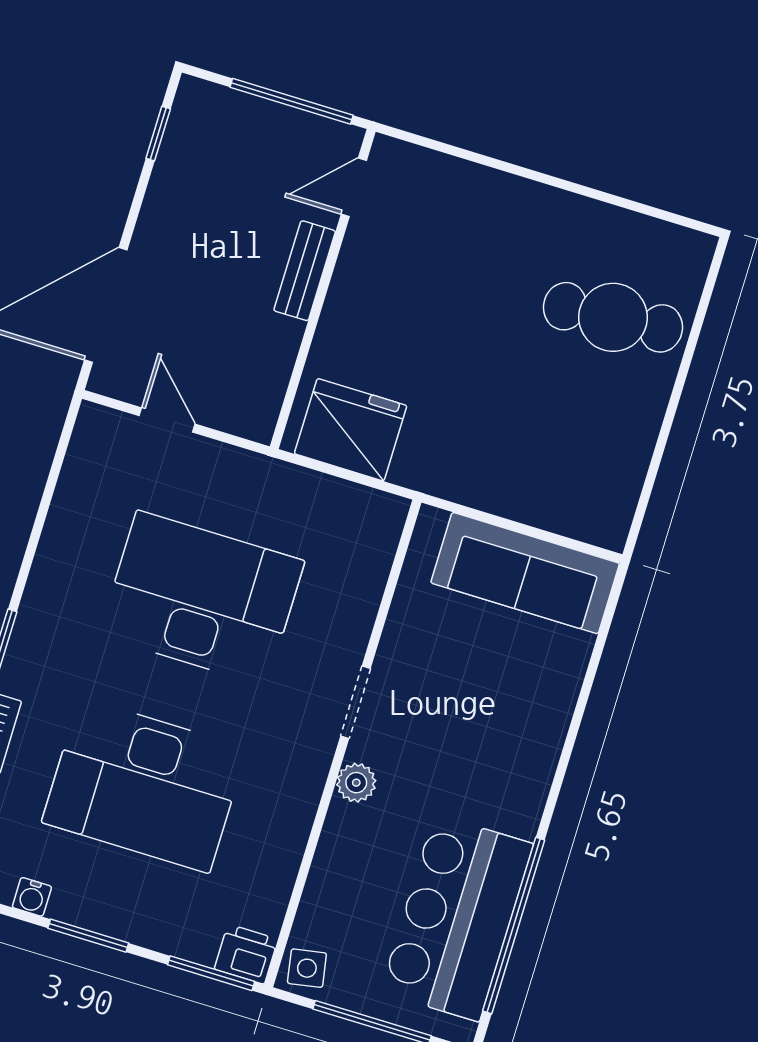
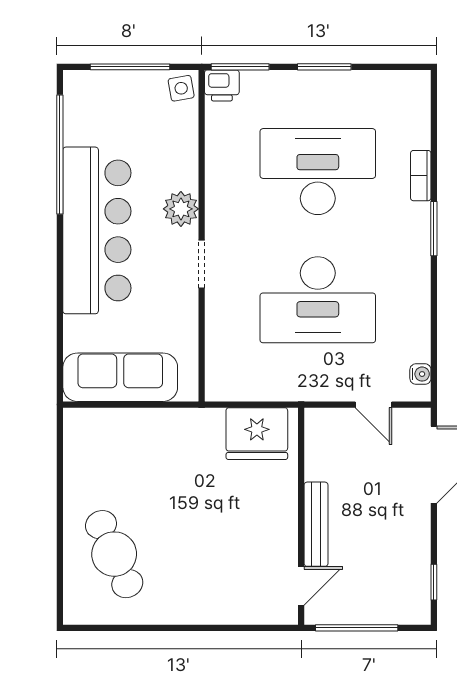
bench: (305, 271) -> (316, 524), width x1.36
cafe table: (613, 317) -> (114, 554), turned 70
plant: (356, 783) -> (181, 209), width x1.38, depth x1.38
water cooler: (32, 897) -> (420, 374), moved, turned 90
bar counter: (457, 918) -> (97, 230), moved, width x1.36

